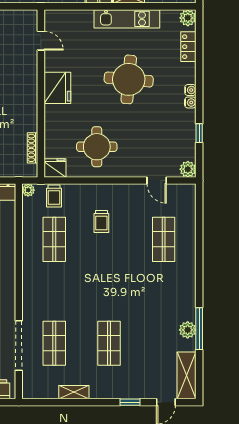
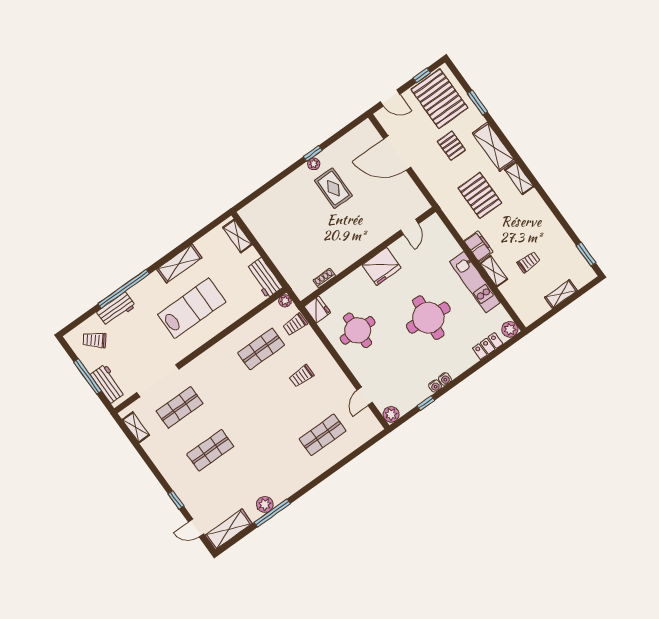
water cooler: (190, 90) -> (435, 386), moved
shoe rack: (32, 148) -> (324, 278), width x0.70
shelving: (74, 392) -> (136, 427), moved

